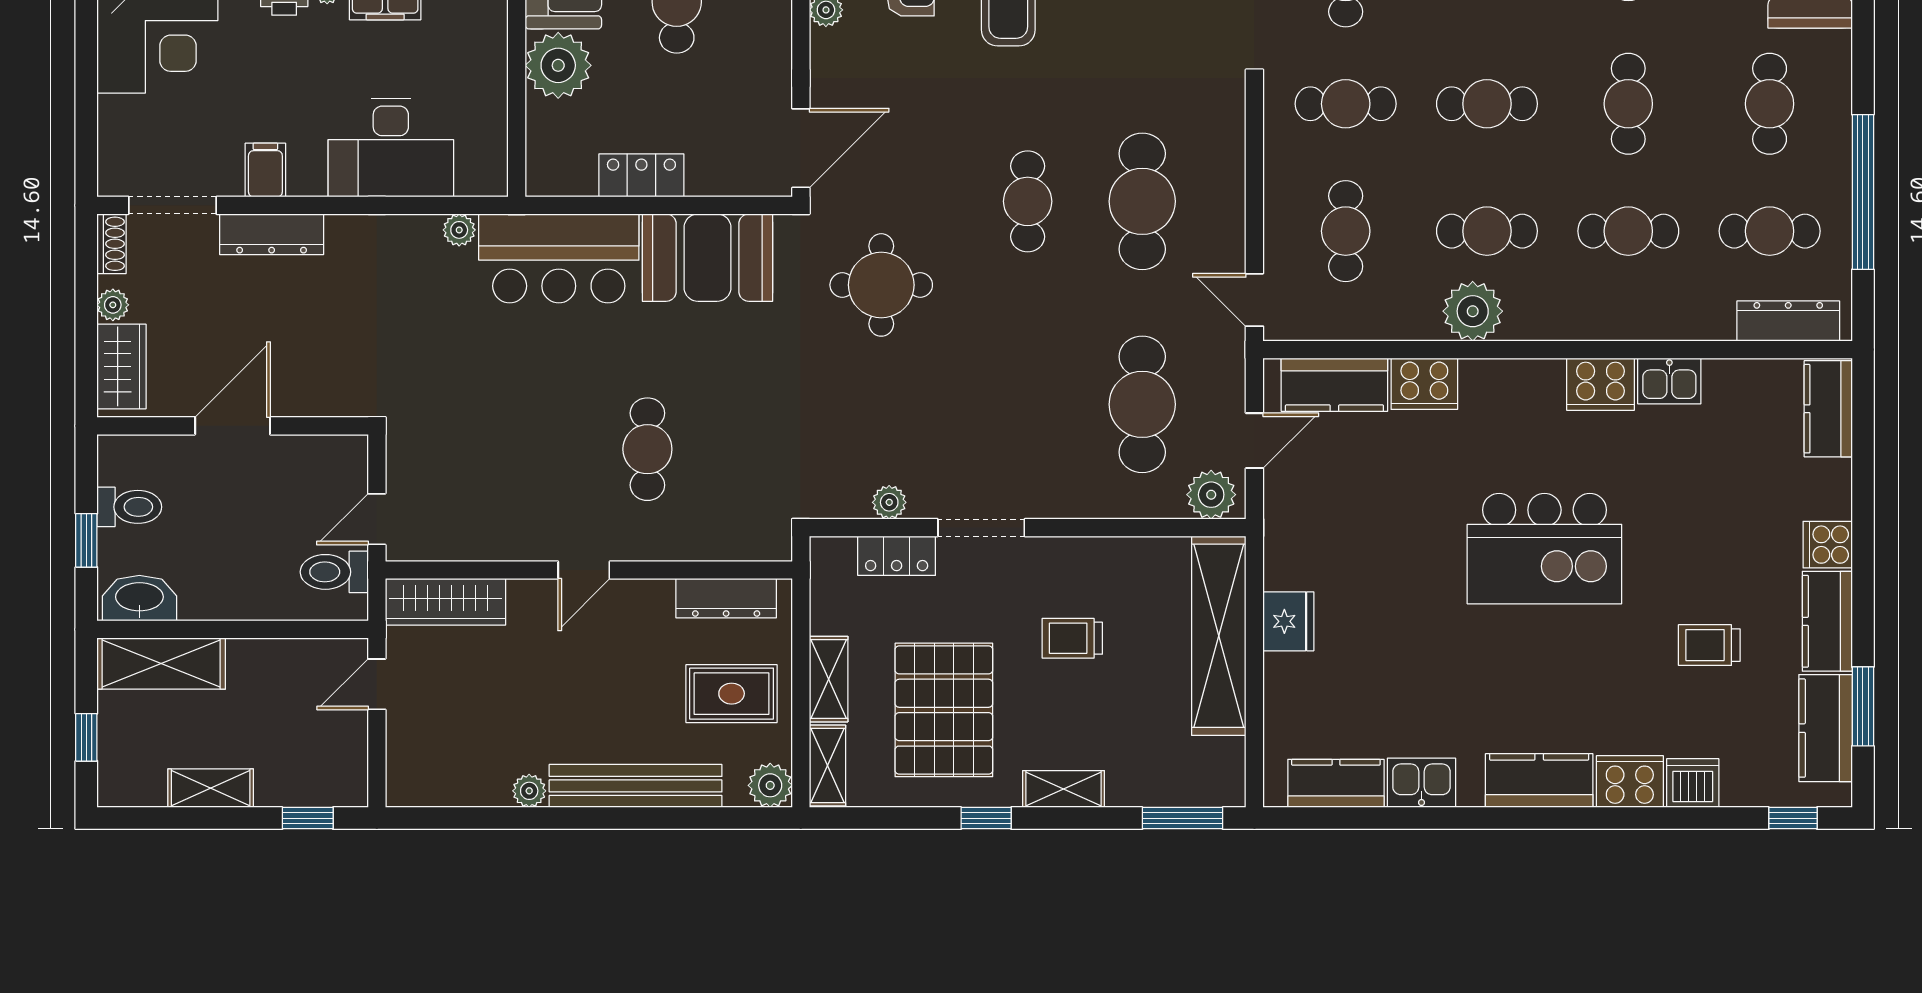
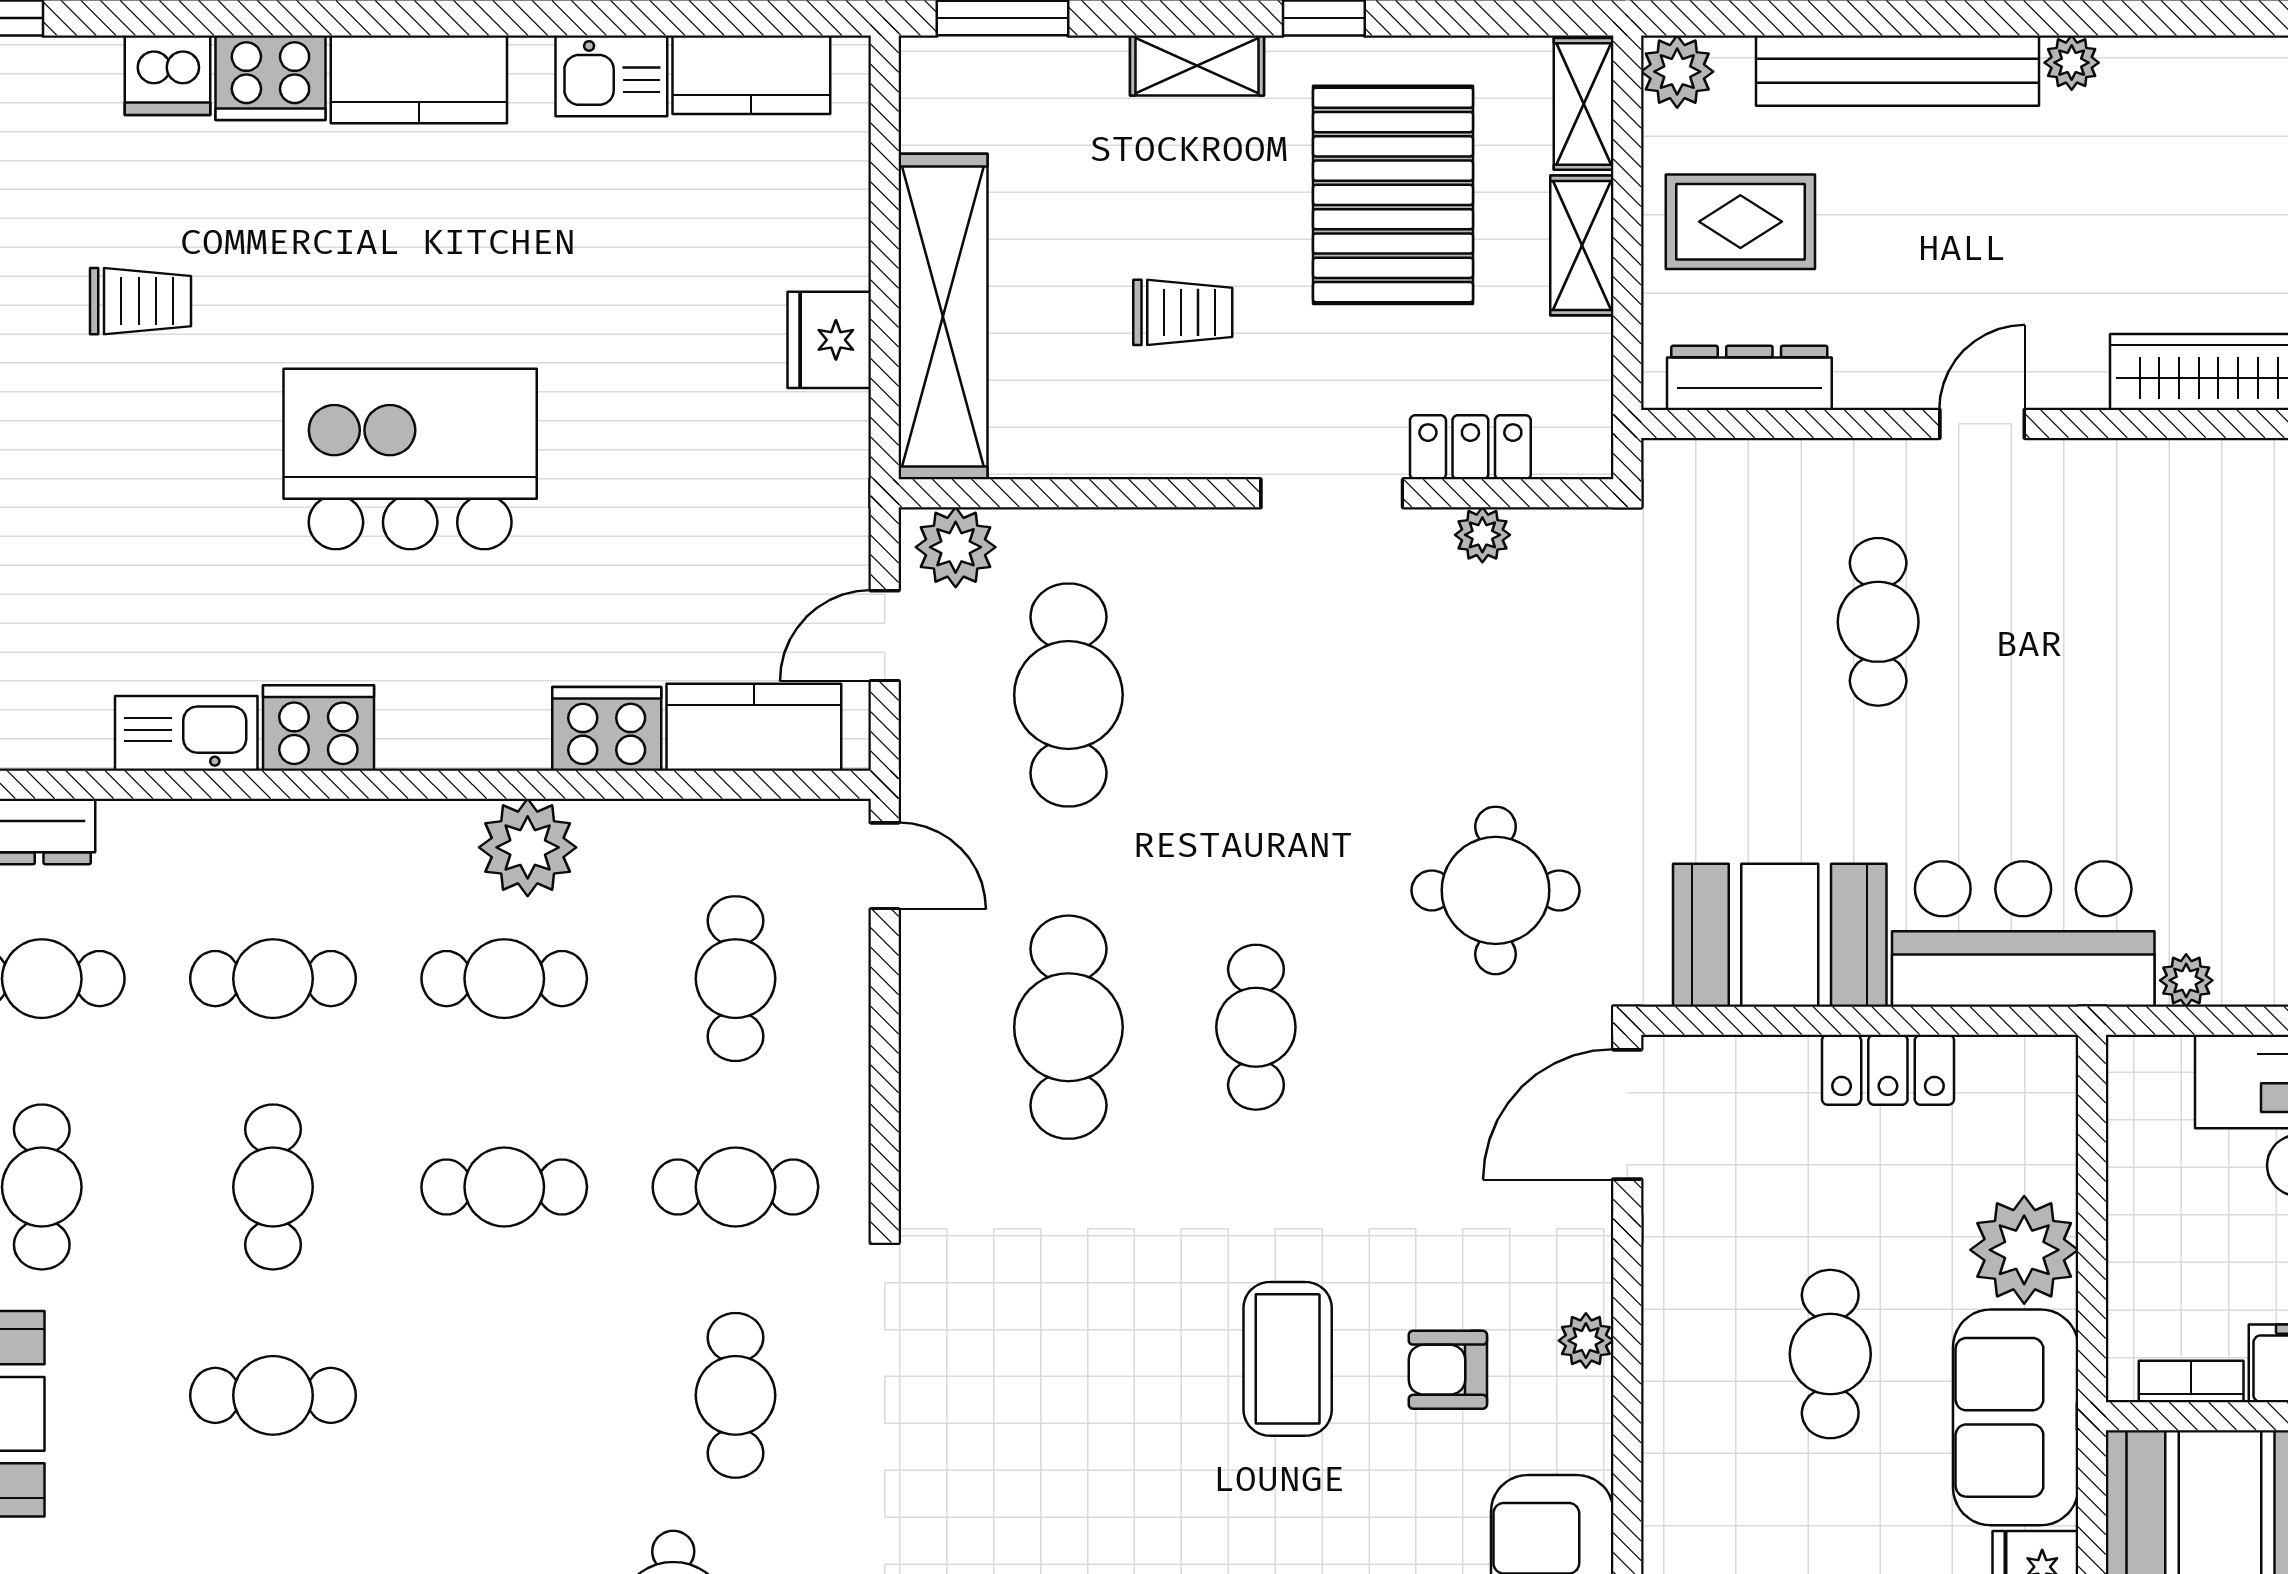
kitchen sink: (1669, 381) -> (186, 733), width x1.38

